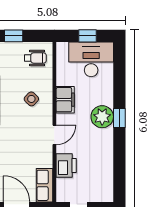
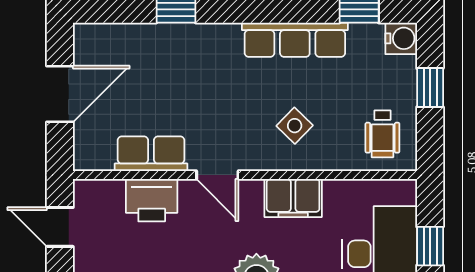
row of seats: (44, 185) -> (151, 154), moved

